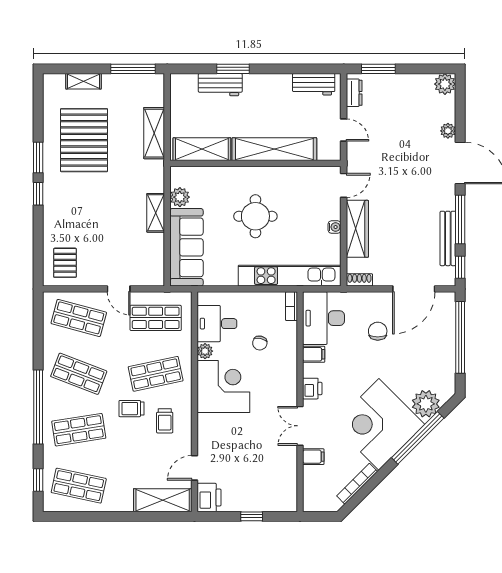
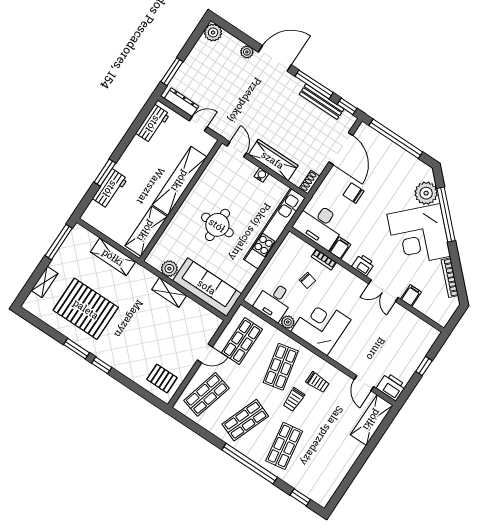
dresser: (354, 93) -> (181, 102), width x1.44
bookcase: (291, 306) -> (324, 260), moved
shop shelf: (79, 486) -> (323, 472), removed

